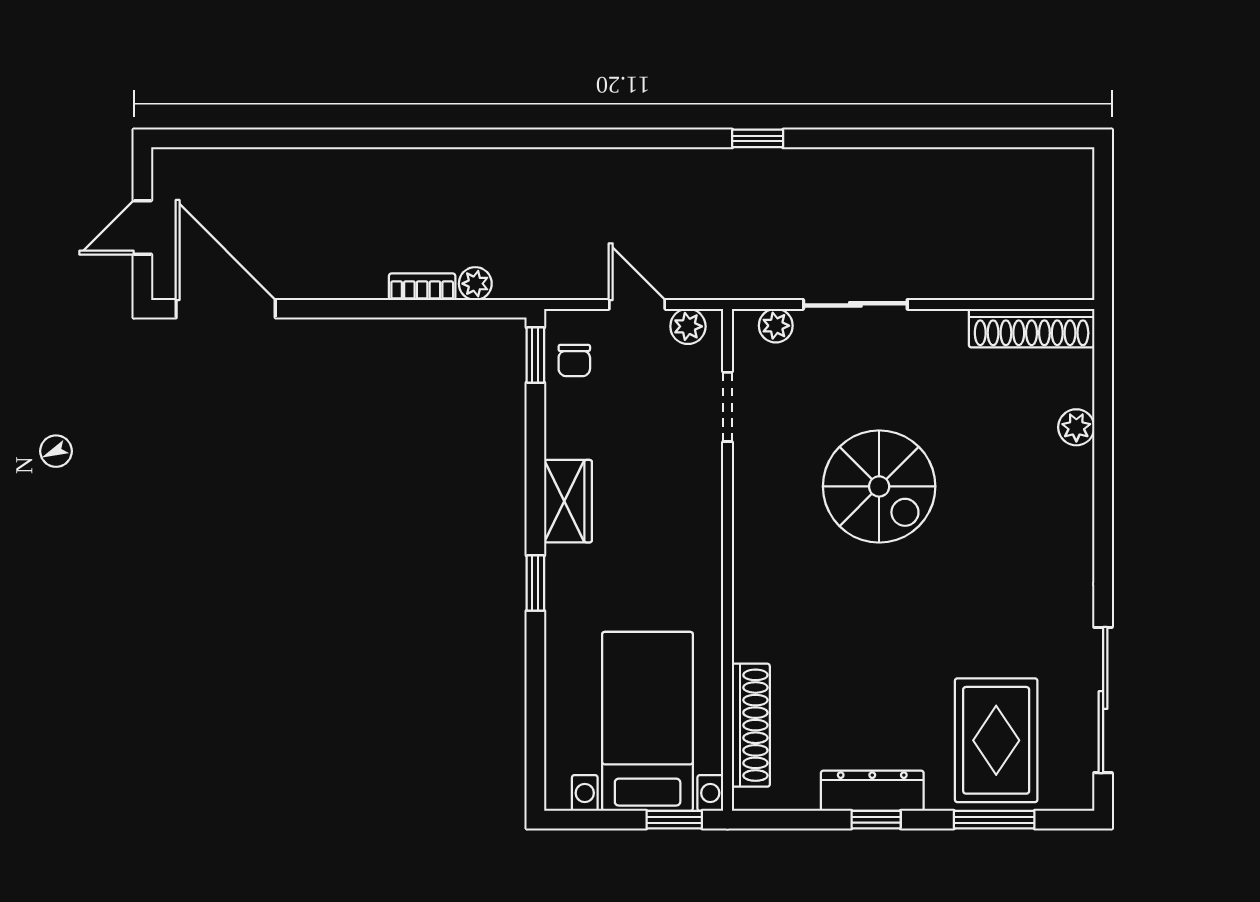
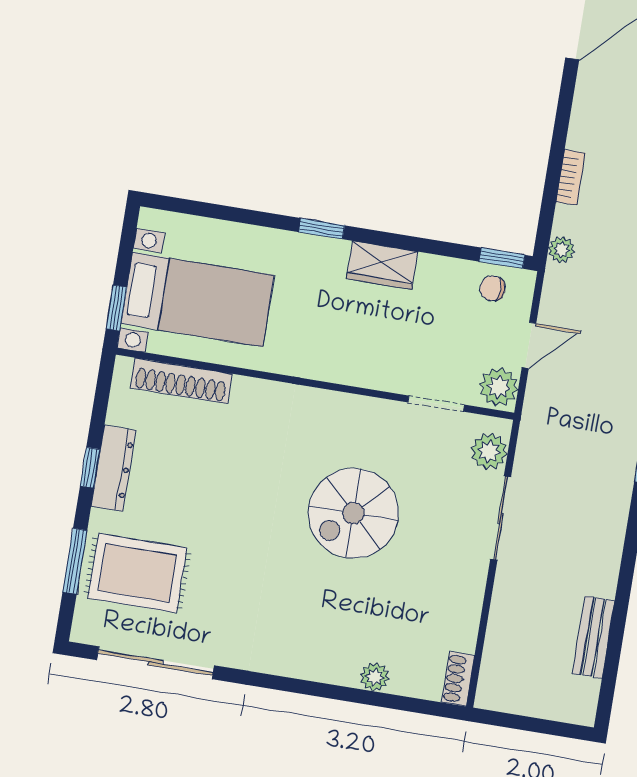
bench: (983, 166) -> (594, 637), added
plant: (475, 284) -> (561, 250), moved
plant: (688, 326) -> (499, 387), width x1.38, depth x1.38
plant: (776, 326) -> (489, 451), width x1.38, depth x1.38
shoe rack: (1032, 328) -> (458, 679), width x0.51, depth x0.81

